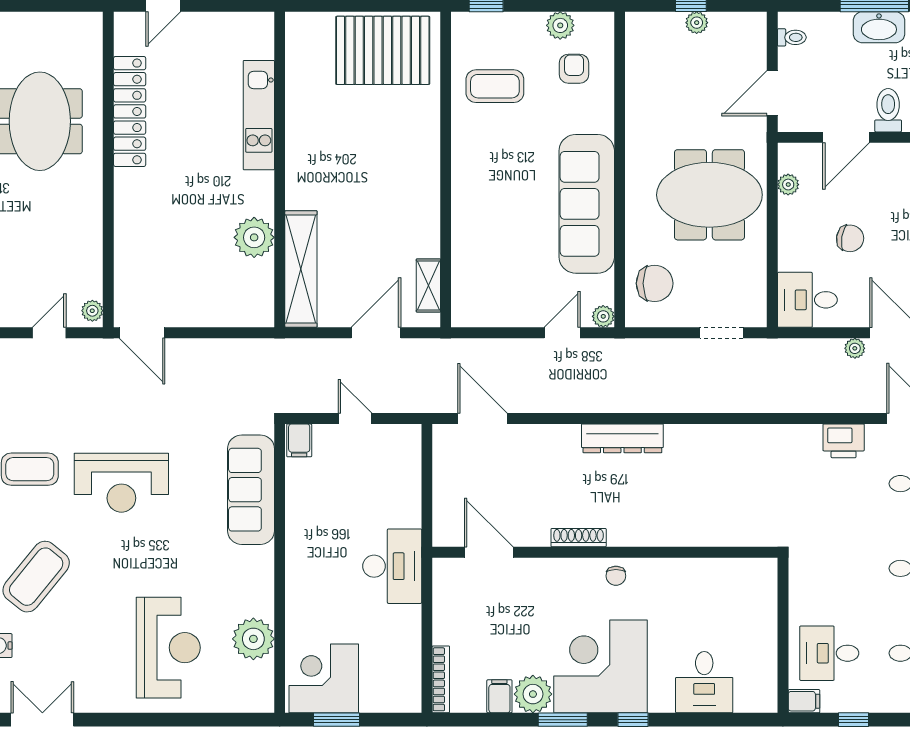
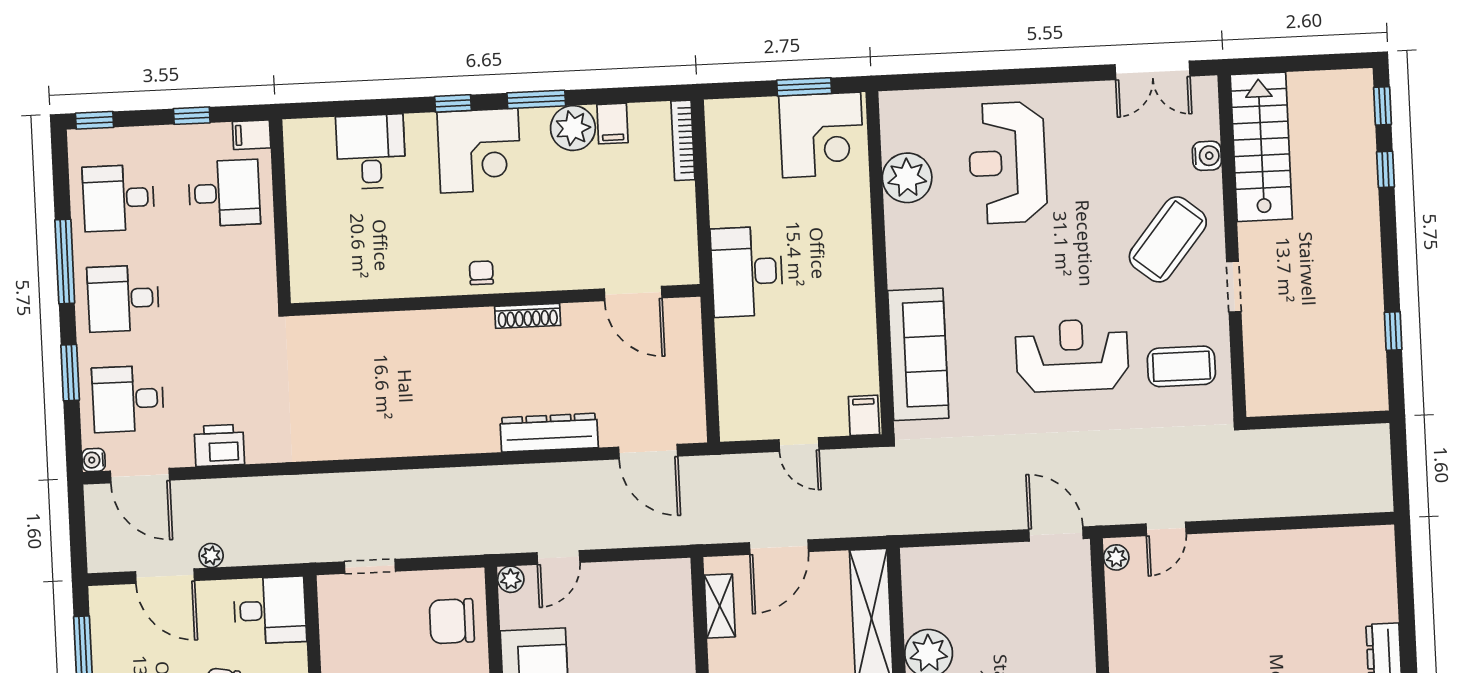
dresser: (622, 438) -> (549, 433), moved
corner desk: (600, 666) -> (479, 151), width x0.74, depth x0.74

